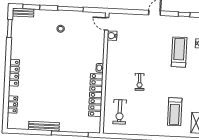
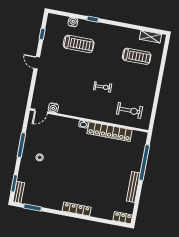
treadmill: (179, 52) -> (79, 44), turned 180
locker: (13, 104) -> (123, 218), moved

